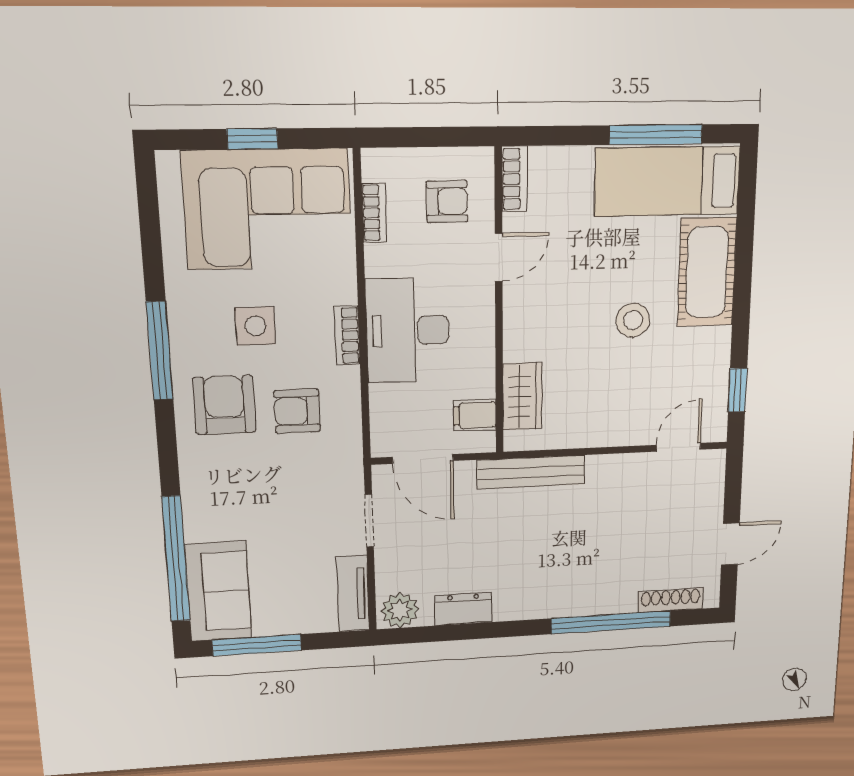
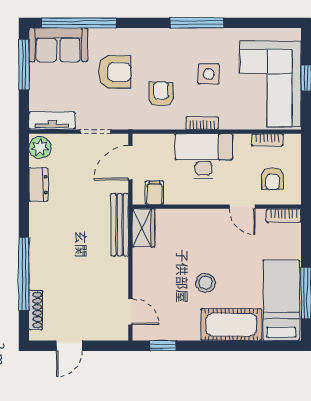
wardrobe: (522, 396) -> (144, 228), moved, turned -90
armchair: (224, 405) -> (115, 72), moved
door: (730, 544) -> (69, 346), hinge flipped

